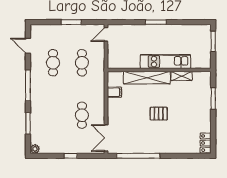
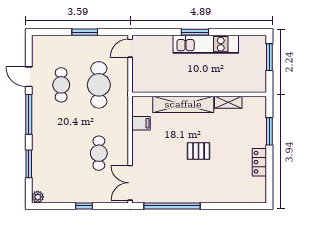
door: (28, 46) -> (29, 77), moved
kitchen unit: (166, 62) -> (206, 44), moved, turned 180
cafe table: (82, 63) -> (99, 85), width x1.37, depth x1.35
locker: (206, 143) -> (259, 162), moved

